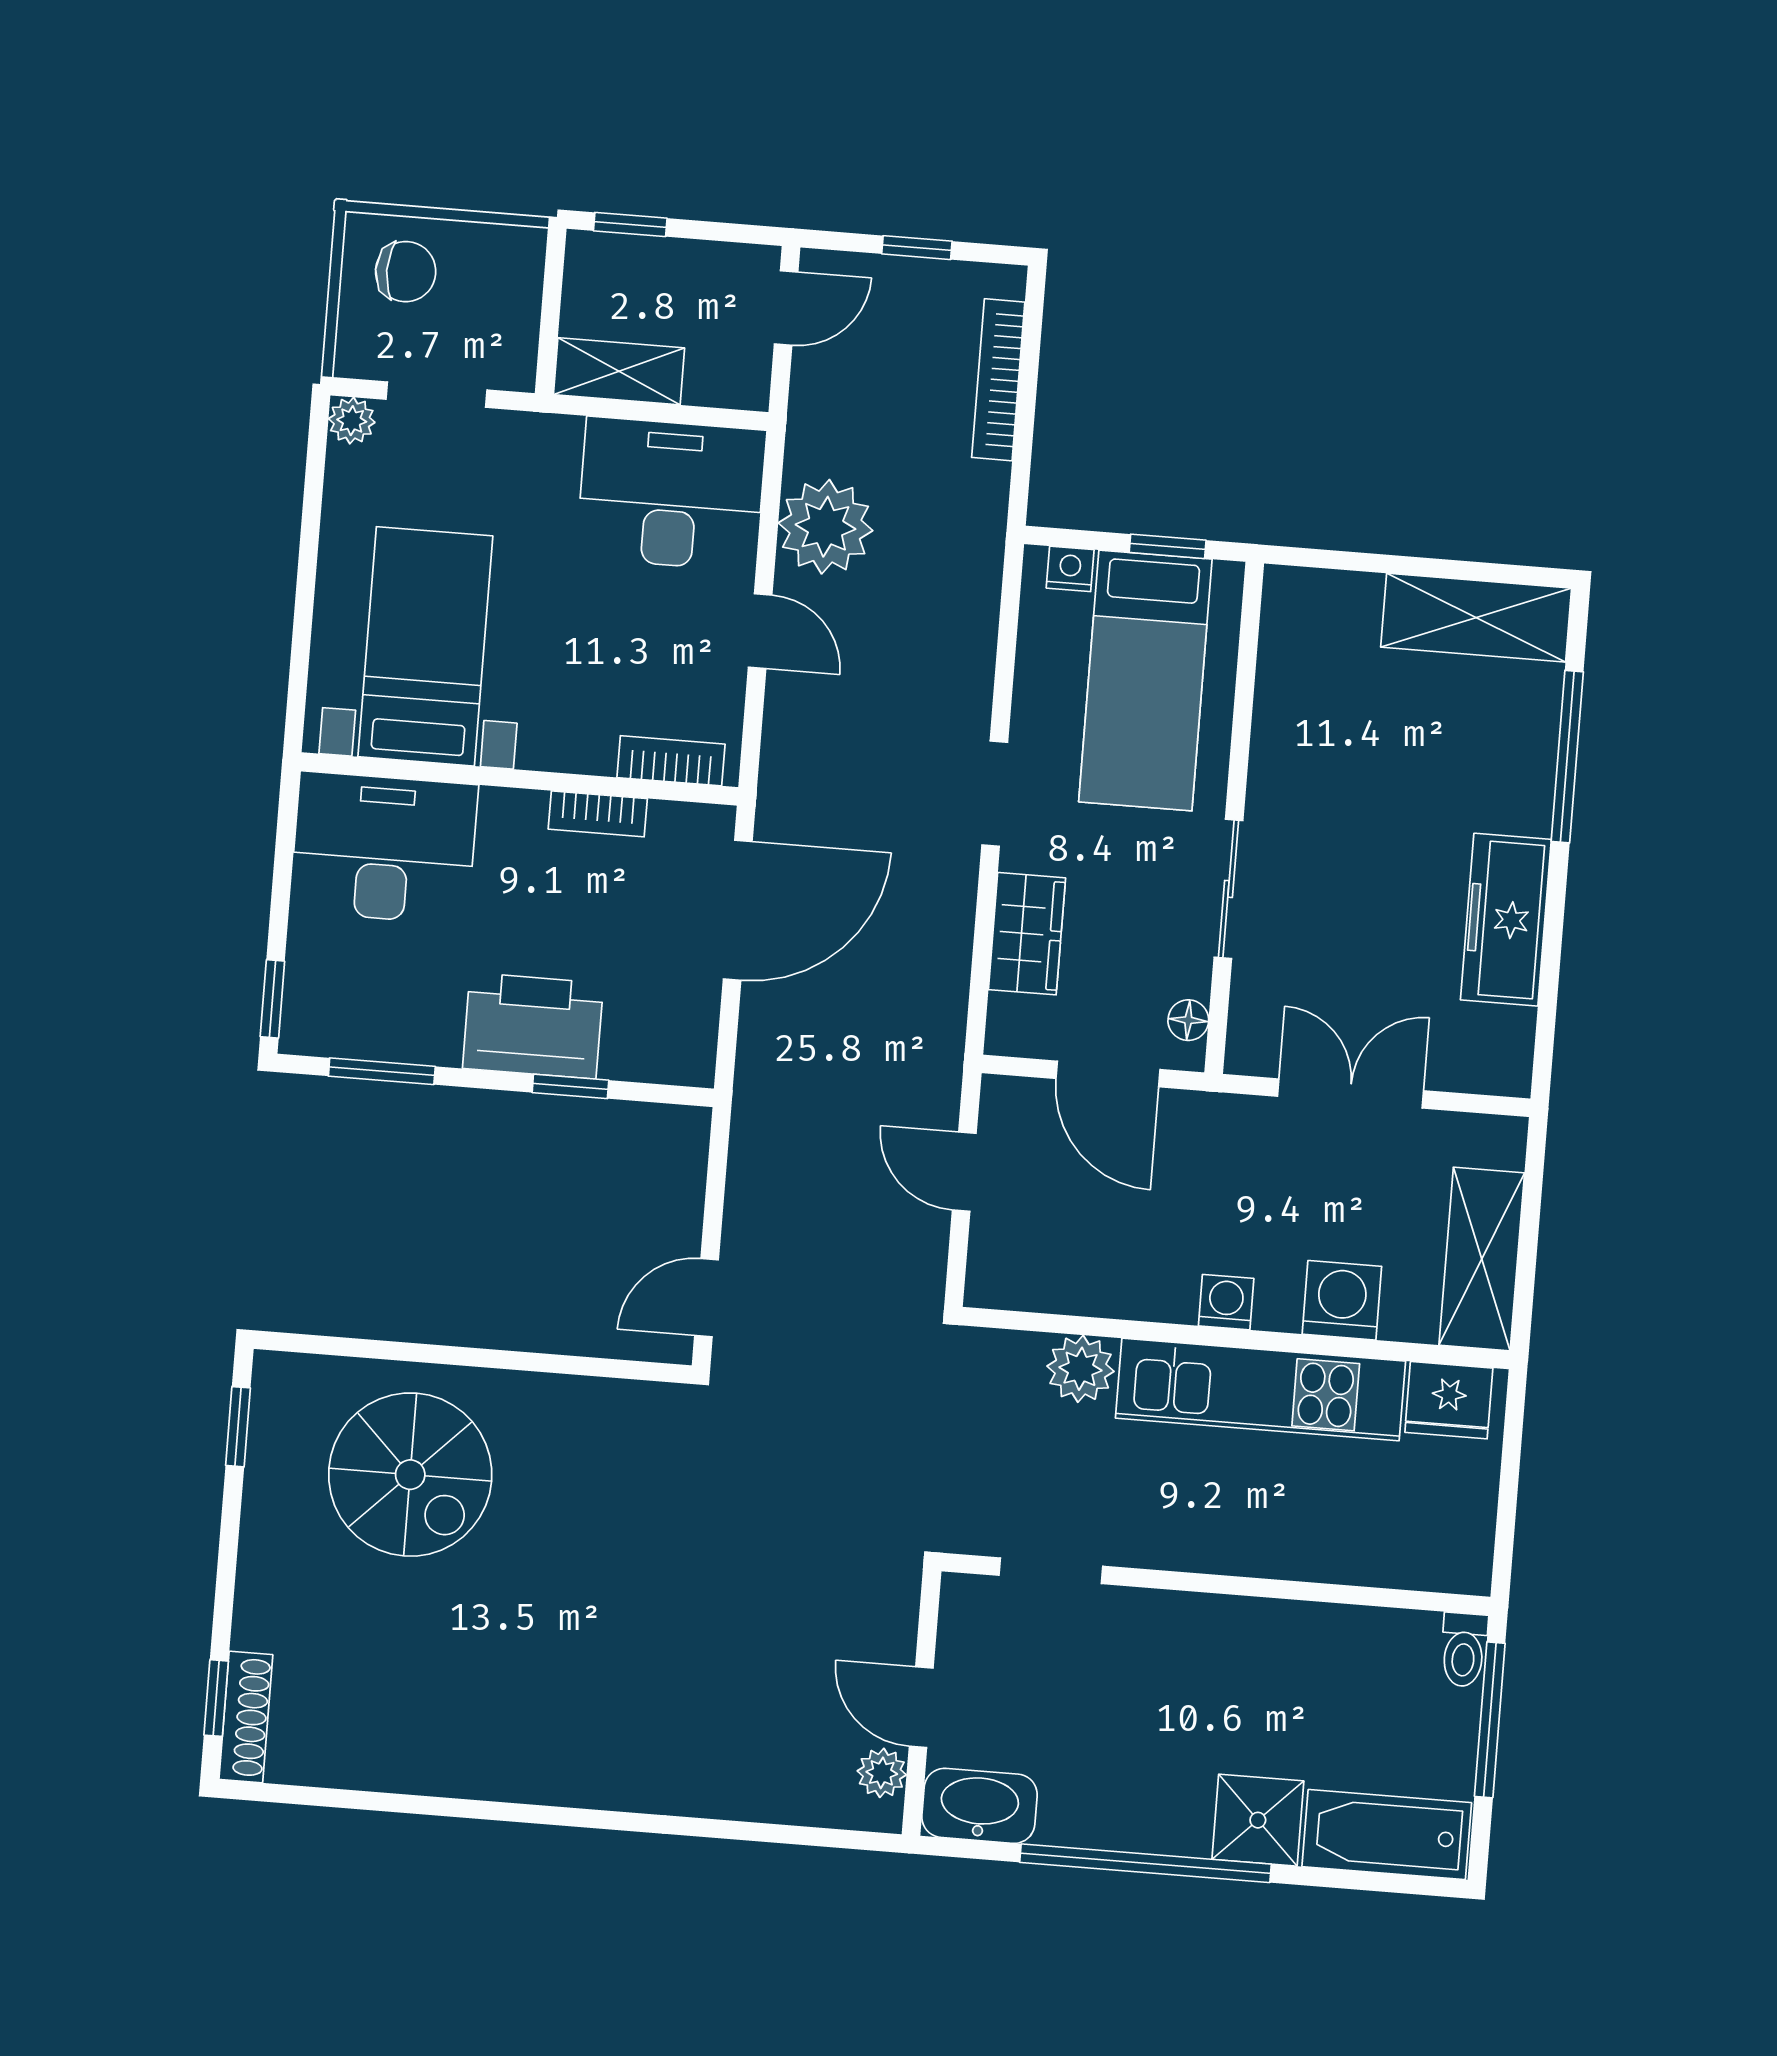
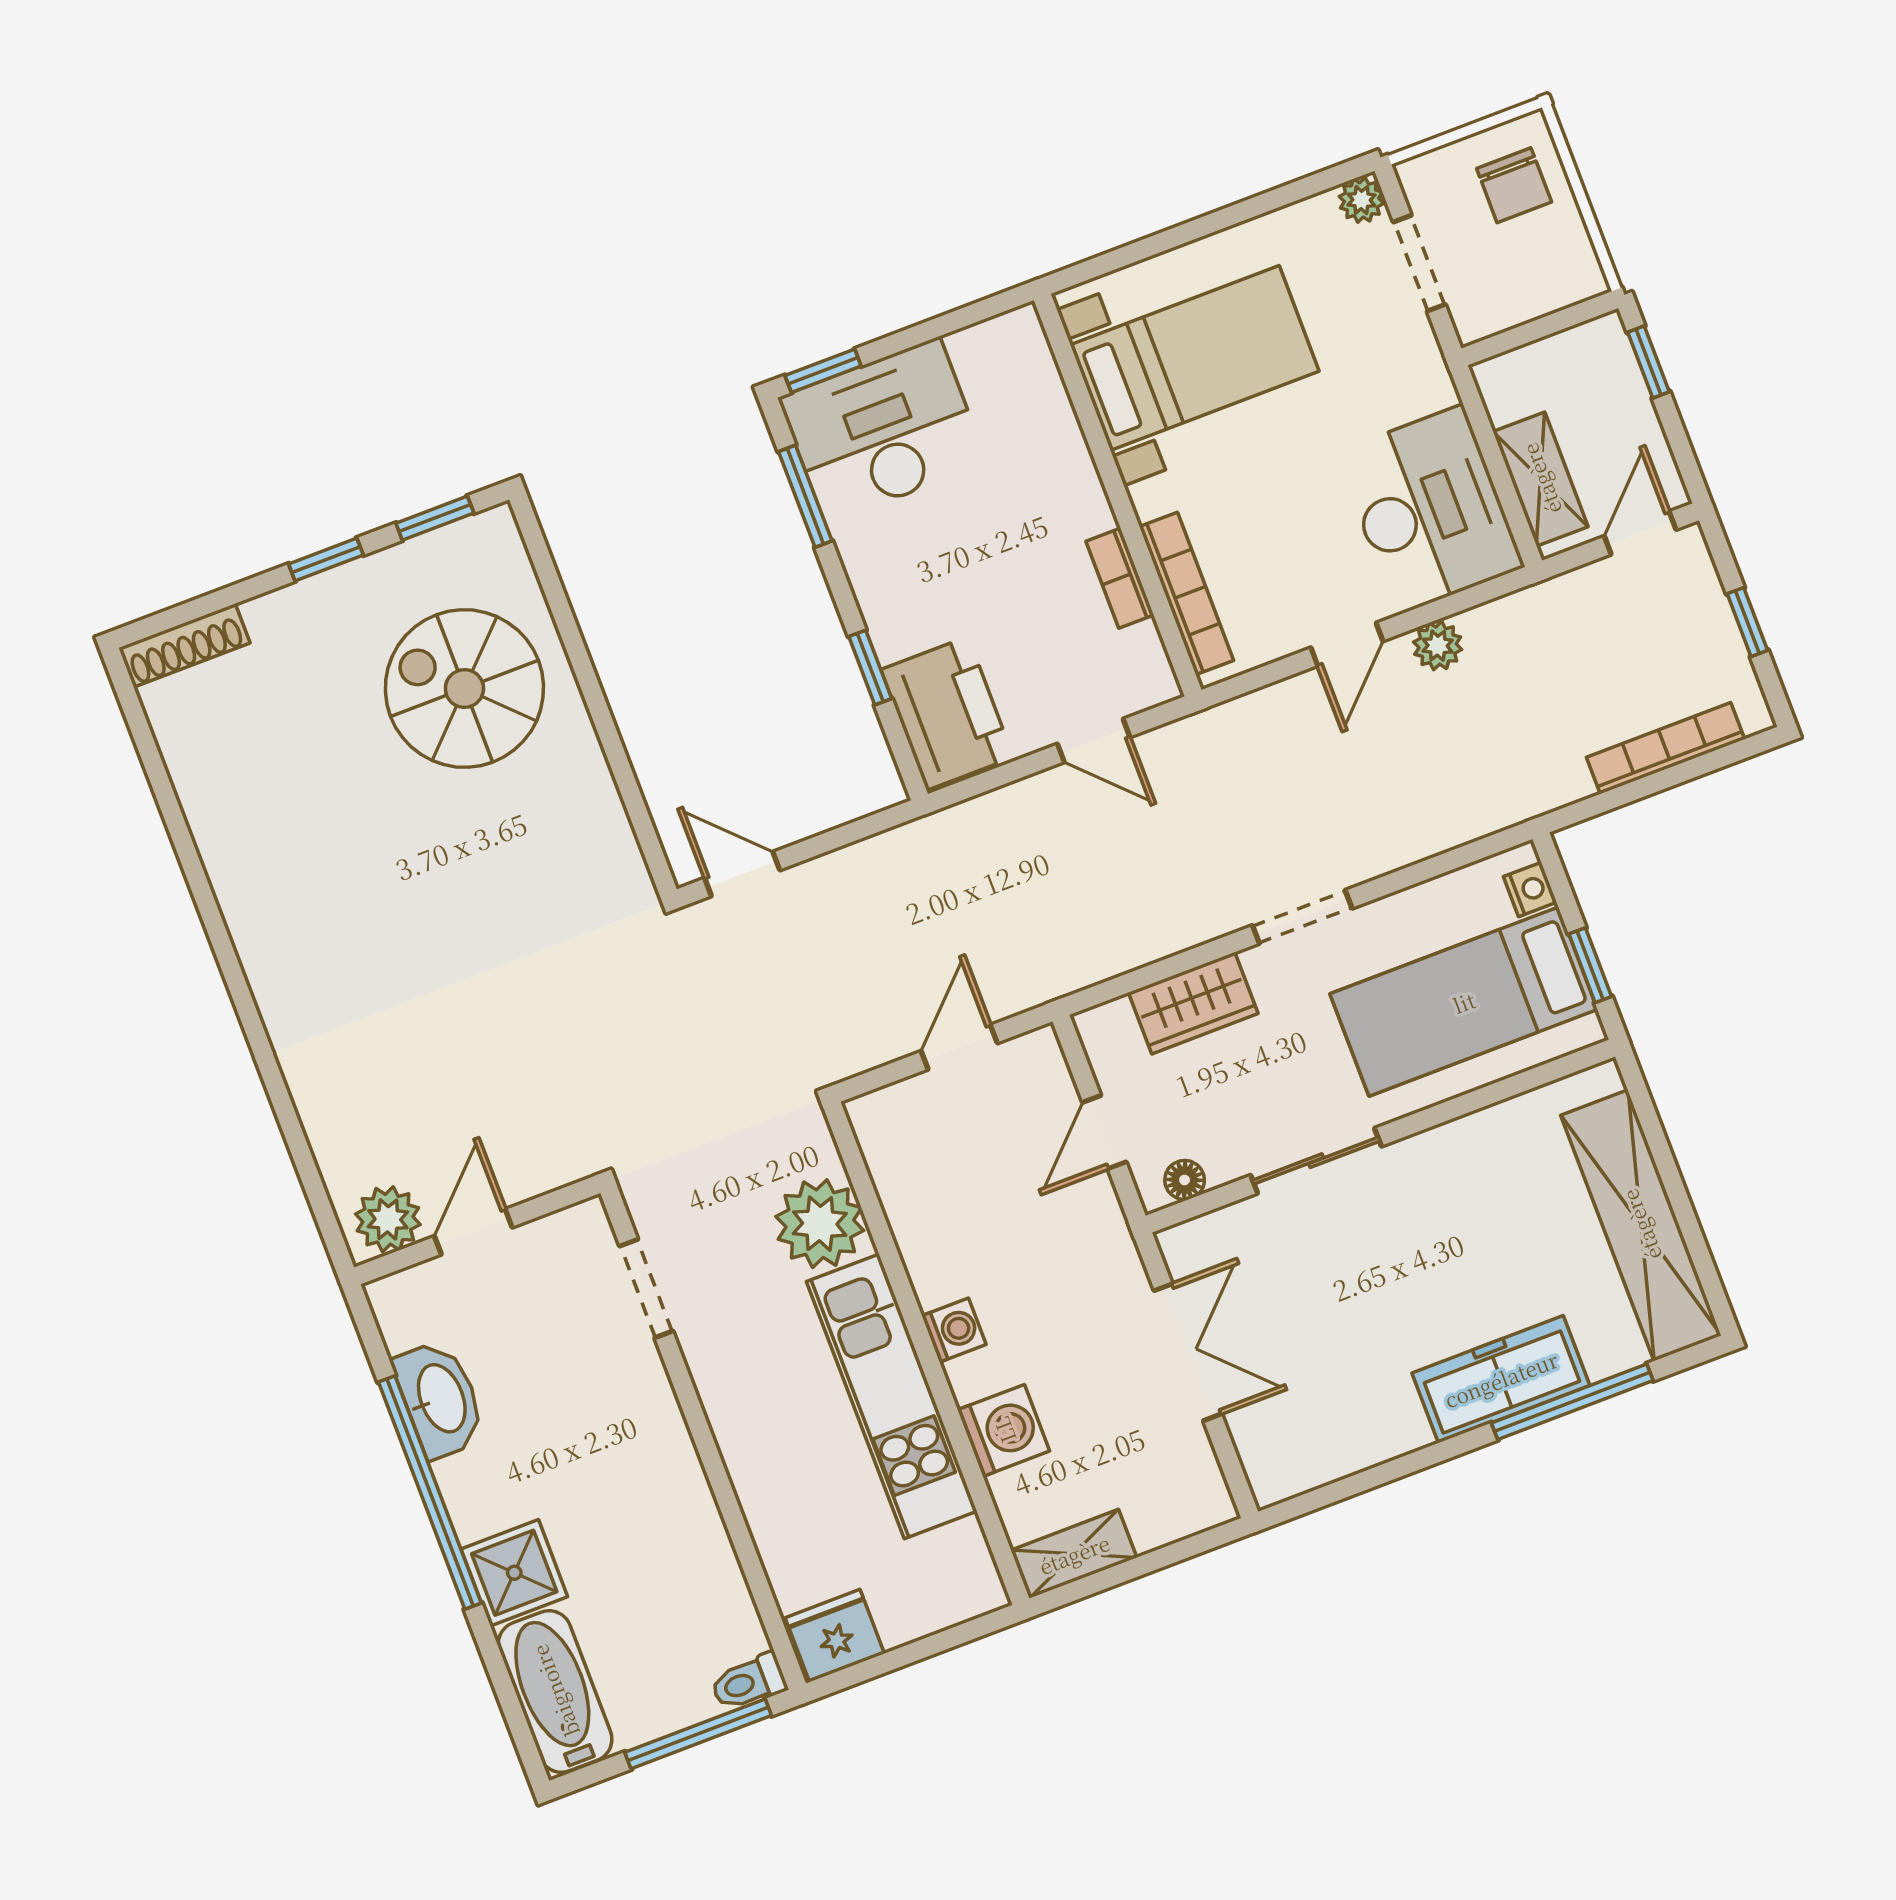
door: (786, 308) -> (1640, 533), swing flipped
shelving: (619, 371) -> (1541, 479), moved
plant: (826, 527) -> (1438, 646), width x0.53, depth x0.53
shelving: (1476, 618) -> (1641, 1225), width x1.47
bookcase: (671, 761) -> (1186, 594), width x1.56
desk: (384, 848) -> (883, 431), moved, turned -90
door: (738, 910) -> (1094, 741), width x0.53
freezer: (1506, 920) -> (1501, 1379), moved
printer: (533, 1026) -> (947, 714), moved
door: (1108, 1074) -> (1104, 1132), width x0.73
shelving: (1482, 1259) -> (1074, 1554), width x0.67, depth x0.75
plant: (1080, 1369) -> (820, 1224), width x1.36, depth x1.36
fridge: (1449, 1400) -> (835, 1636), moved, turned 90
spiral stairs: (410, 1475) -> (464, 688), turned 90
window: (216, 1698) -> (326, 559), moved
plant: (882, 1773) -> (388, 1219), width x1.38, depth x1.38
washbasin: (980, 1806) -> (440, 1399), moved

